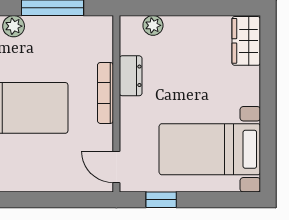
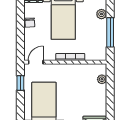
dresser: (131, 76) -> (78, 69), removed
chair: (32, 180) -> (30, 23), added

